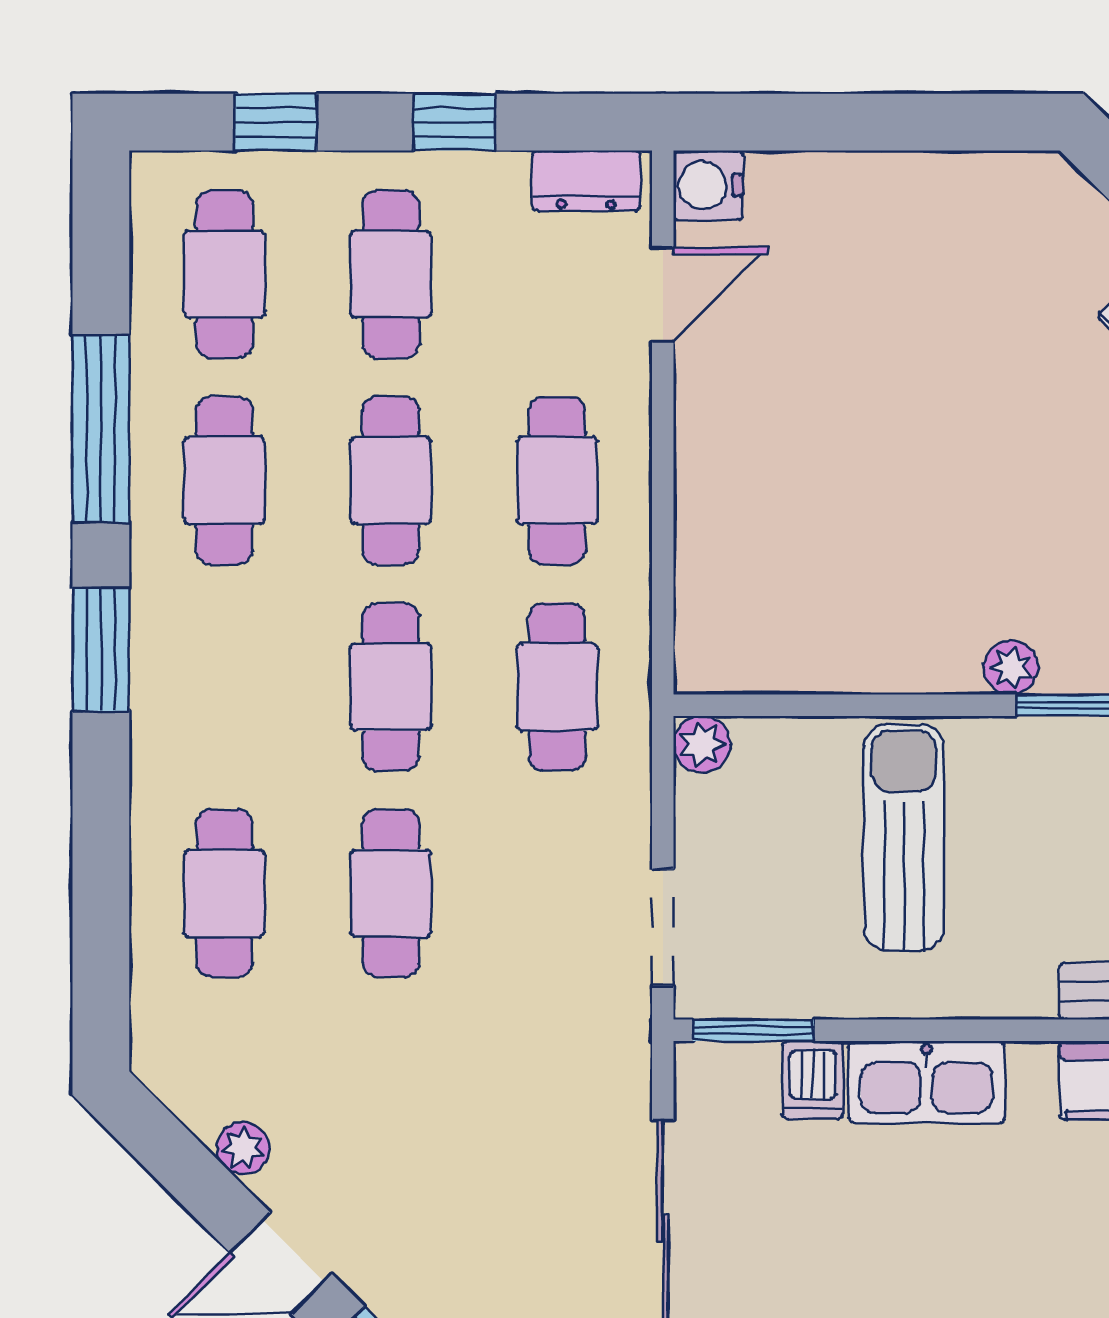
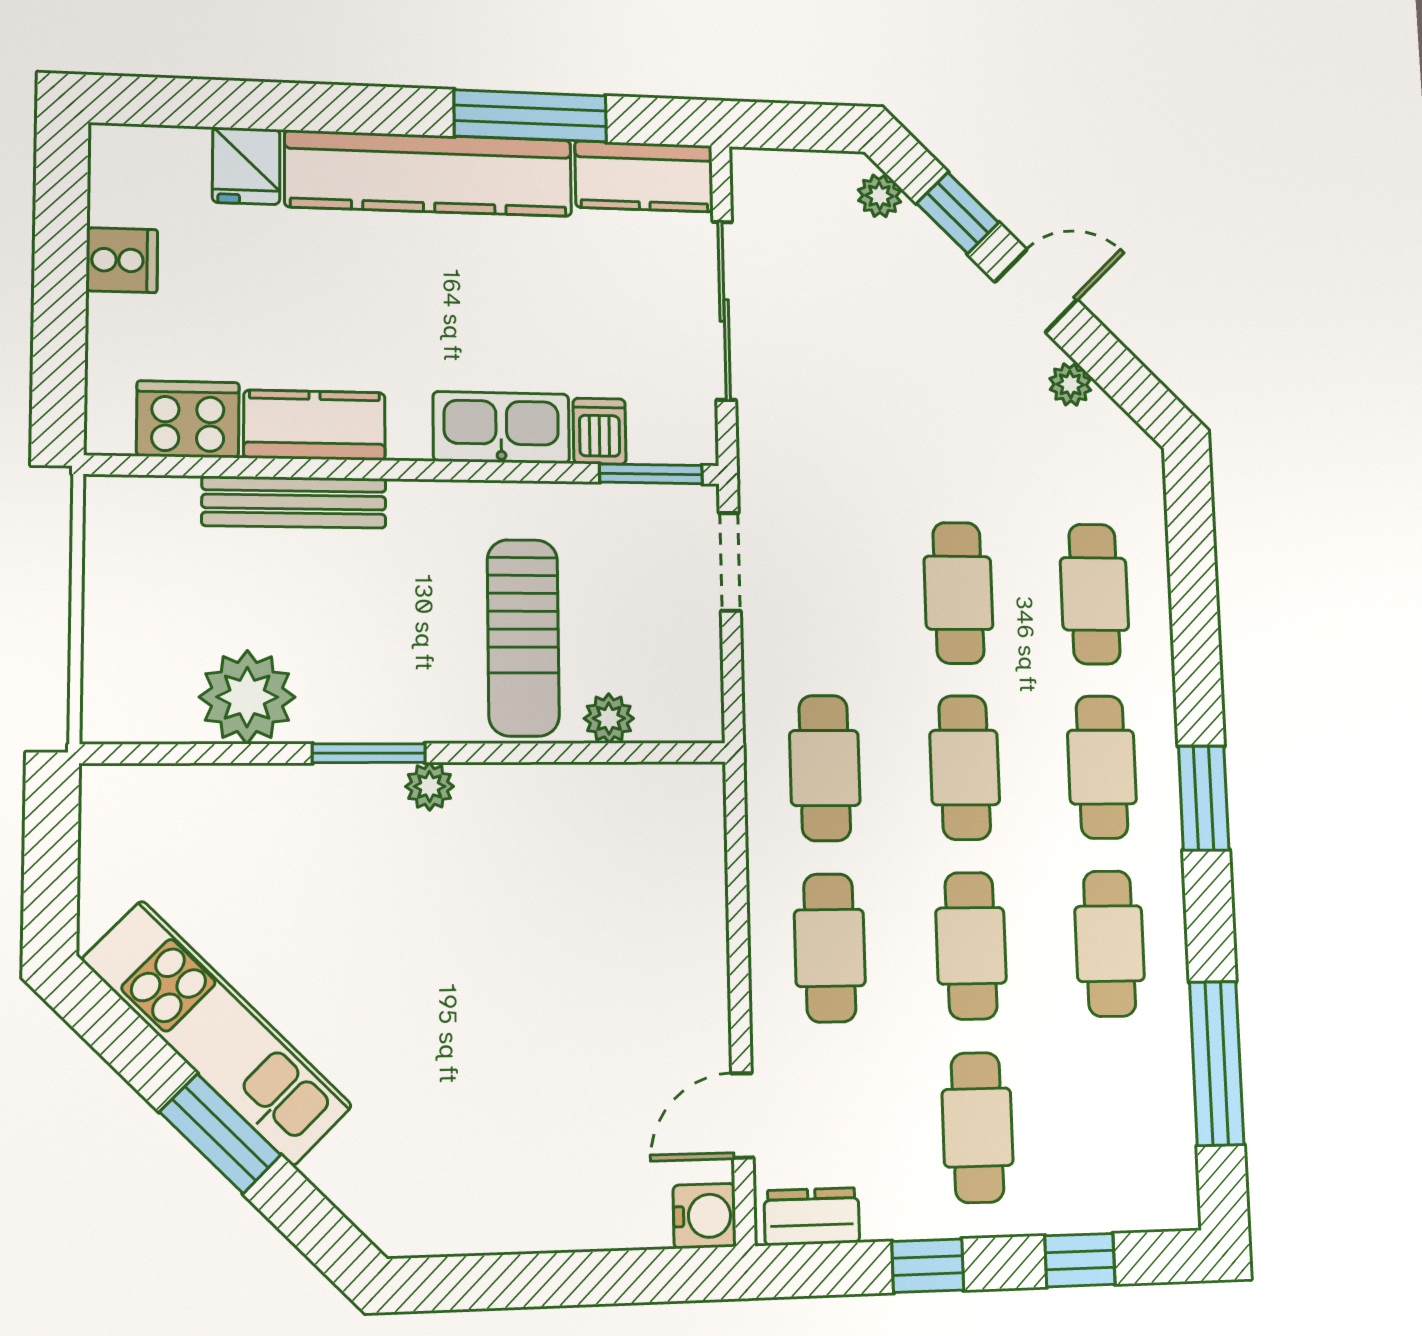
cafe table: (224, 274) -> (1102, 767), moved
window: (101, 429) -> (1217, 1063), moved
plant: (702, 744) -> (609, 718), moved

